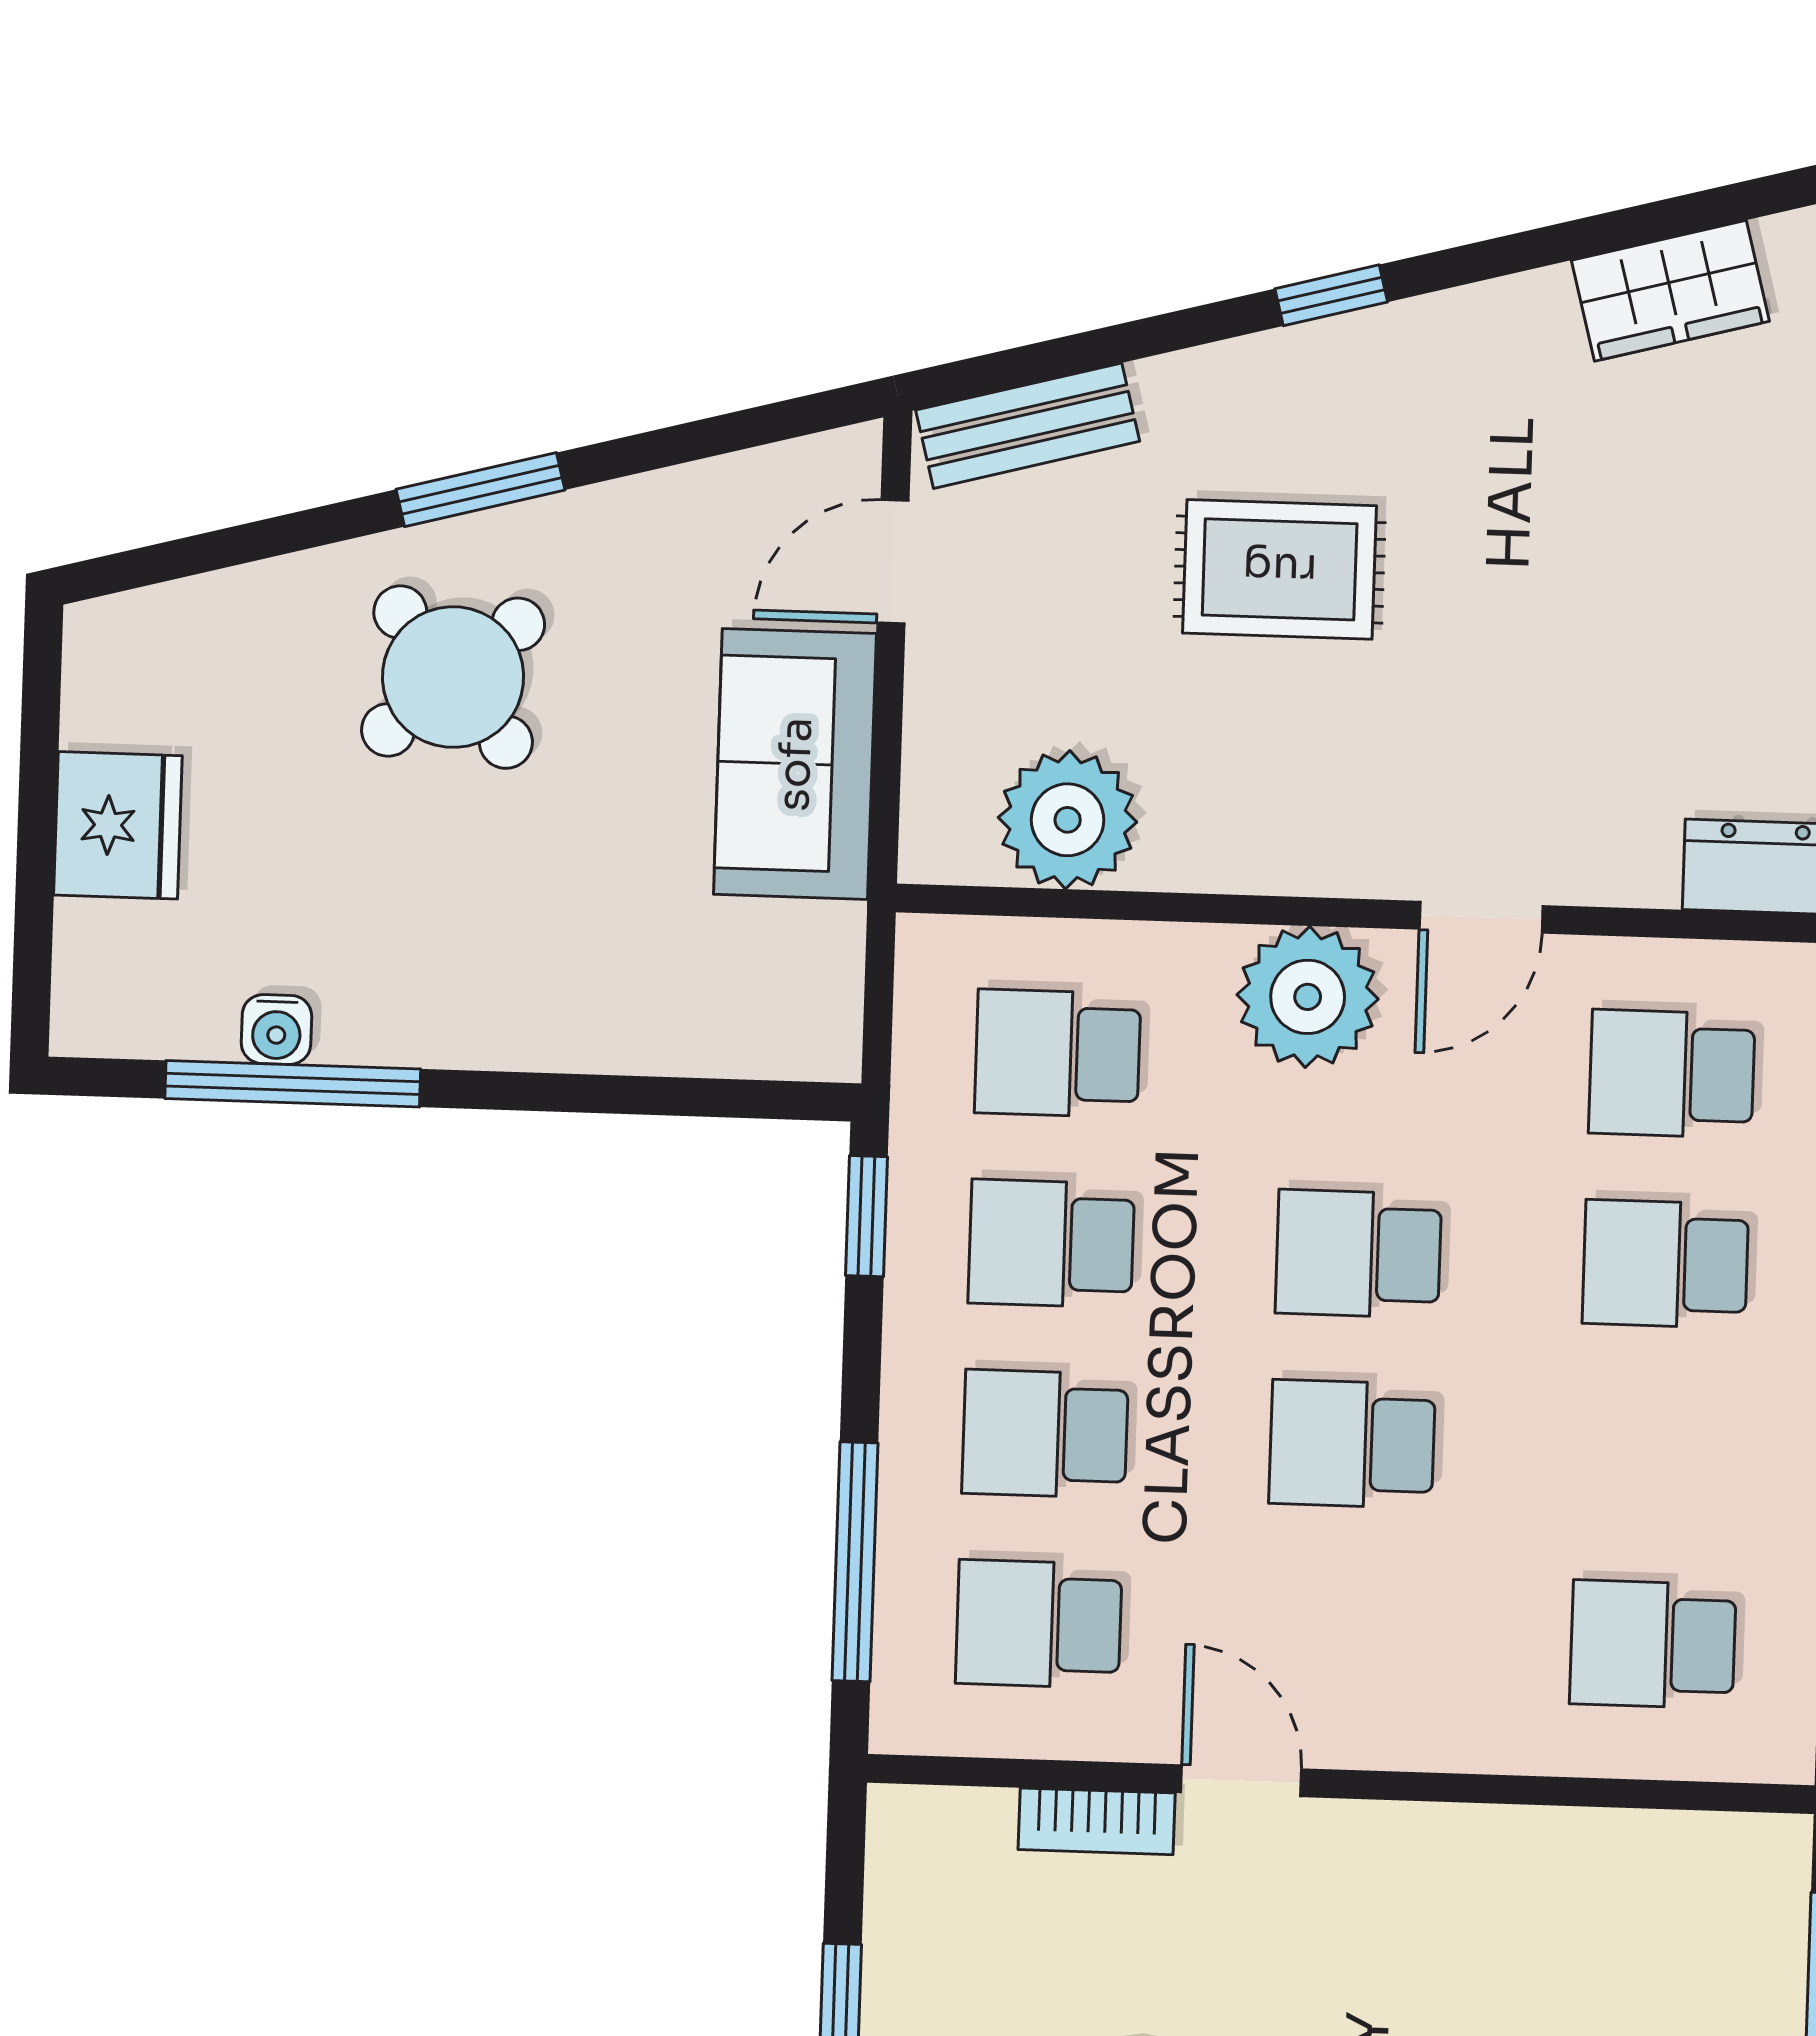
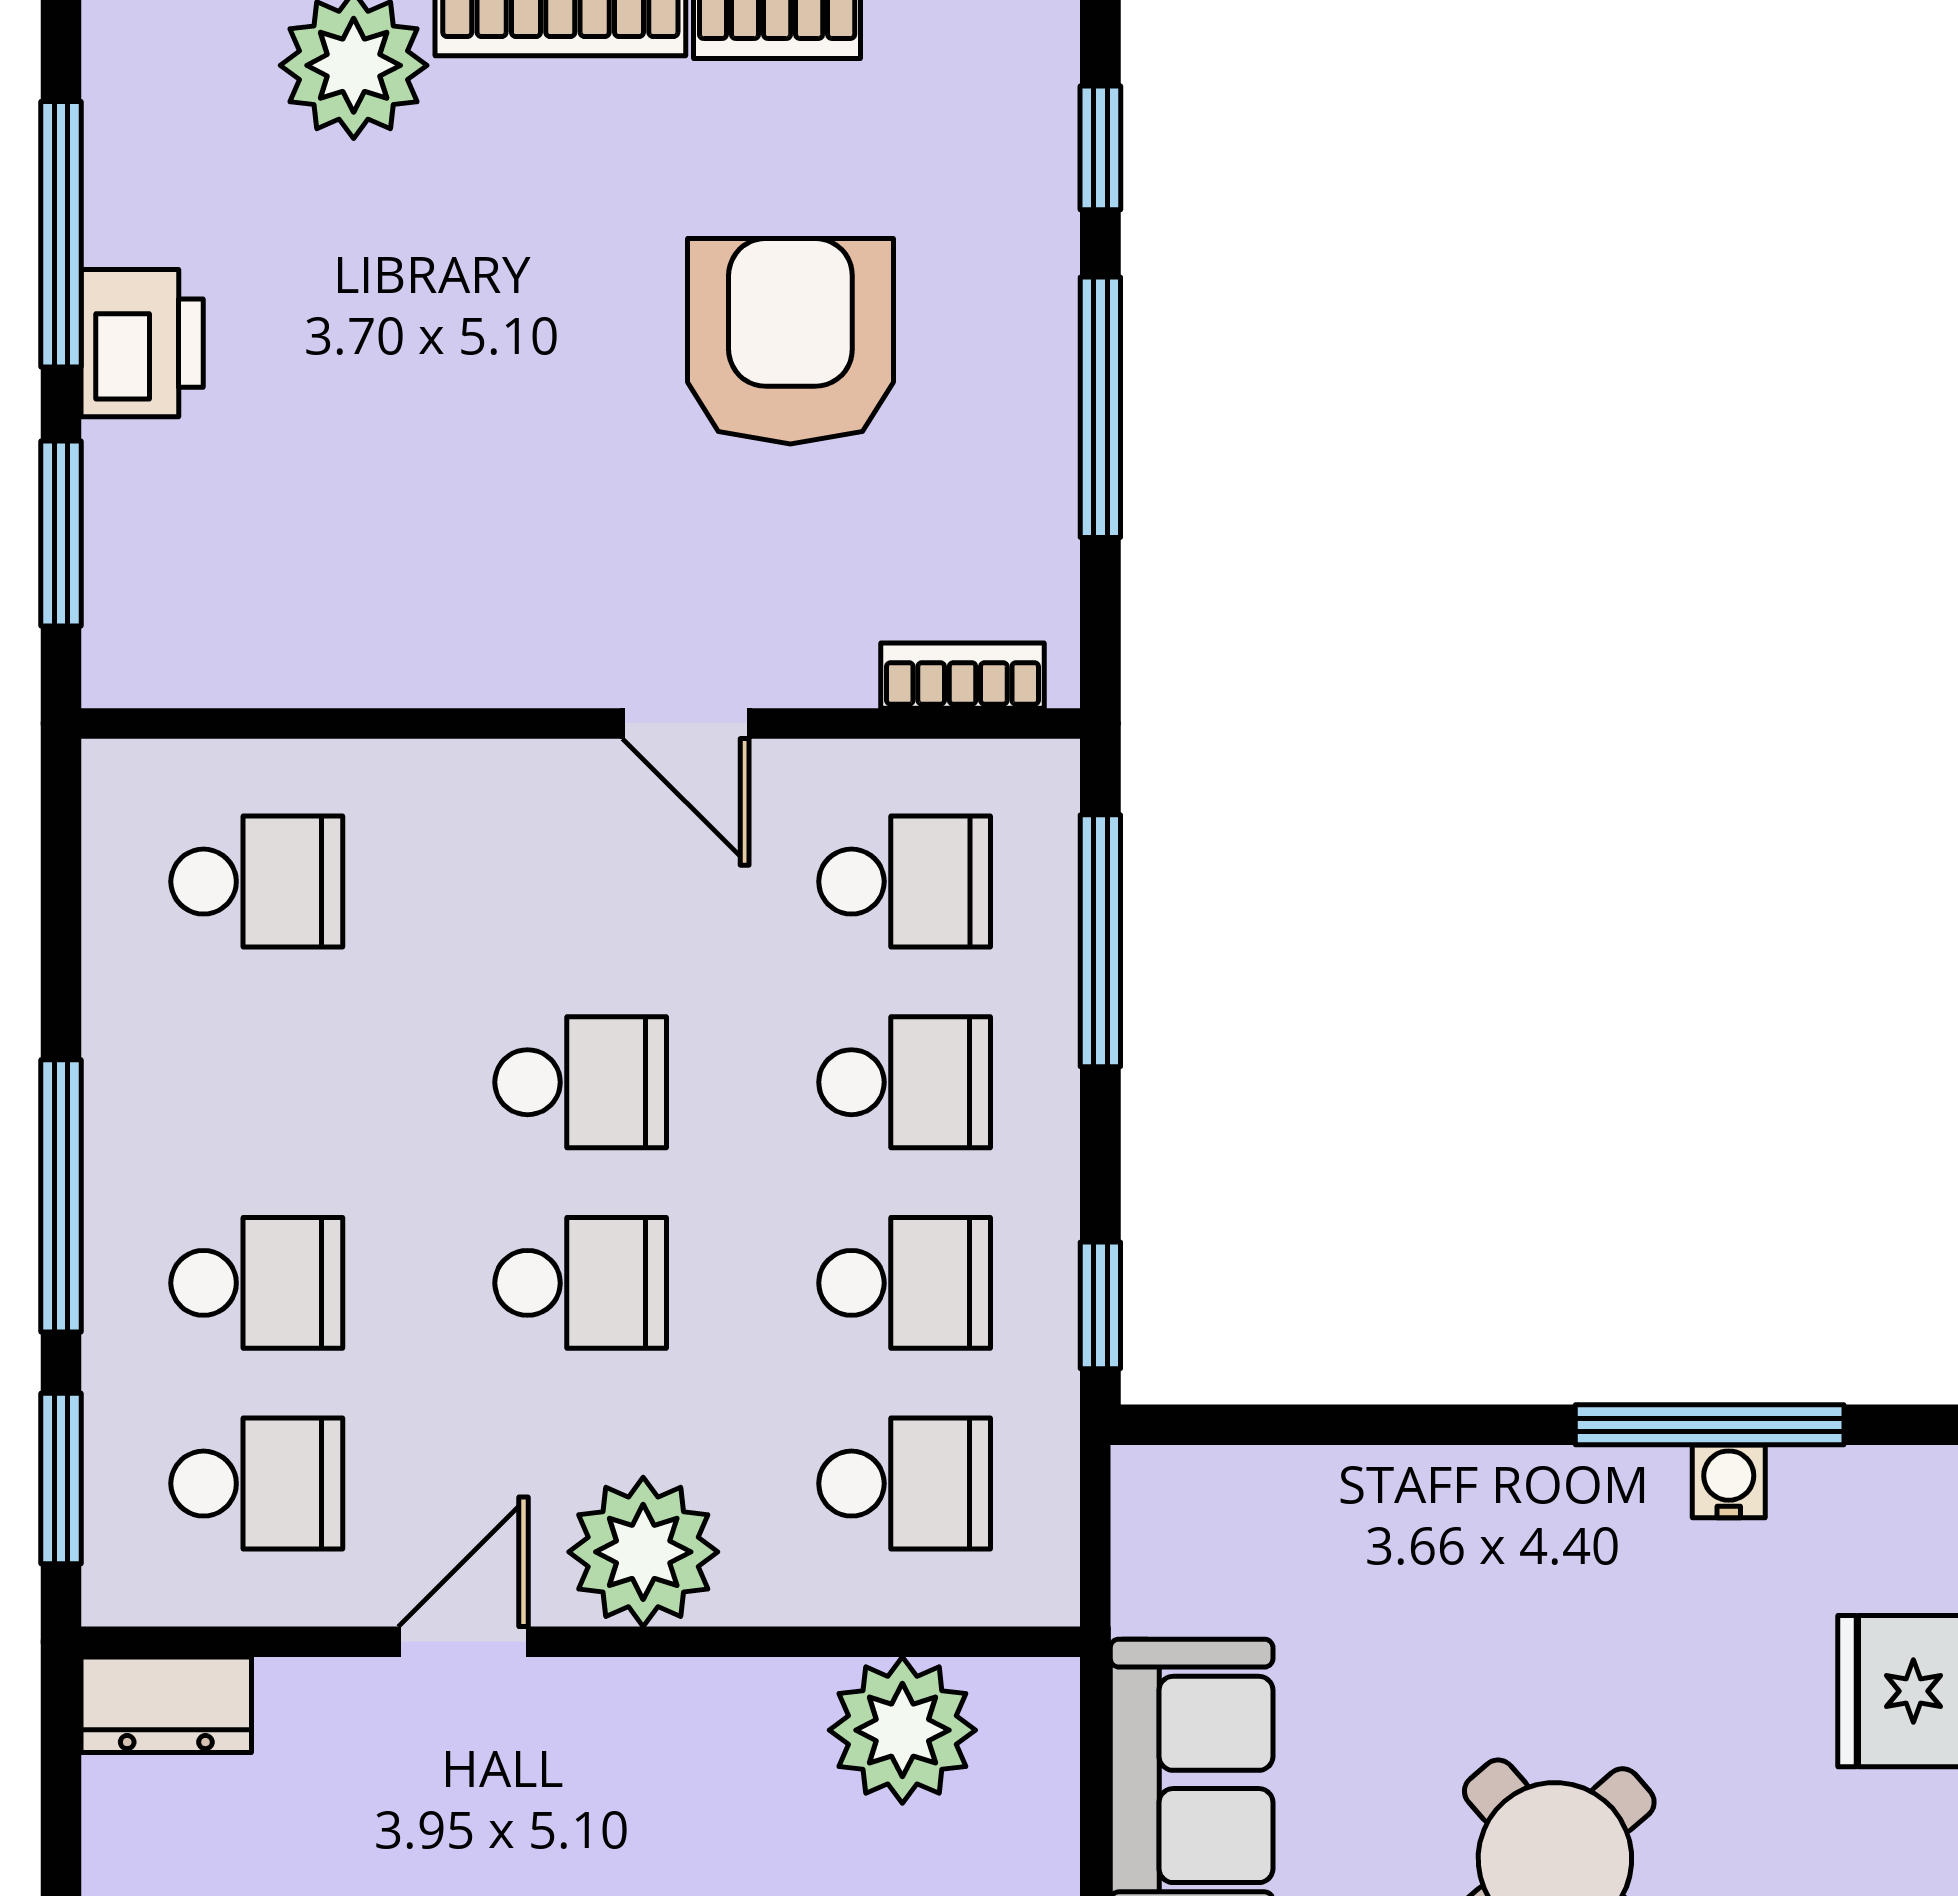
bookcase: (1097, 1821) -> (963, 676), moved

